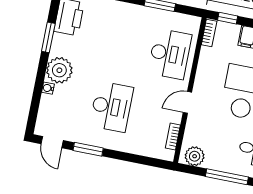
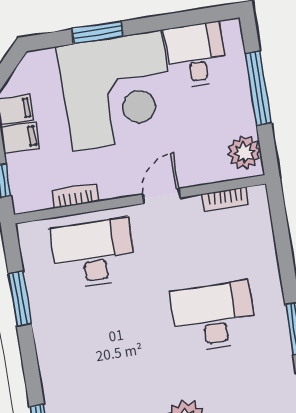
bookcase: (209, 33) -> (75, 196), moved
door: (187, 102) -> (161, 196), swing flipped

